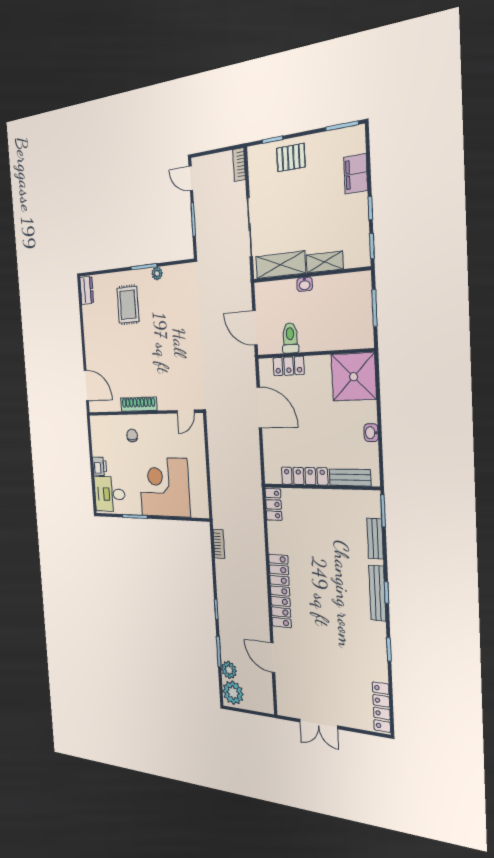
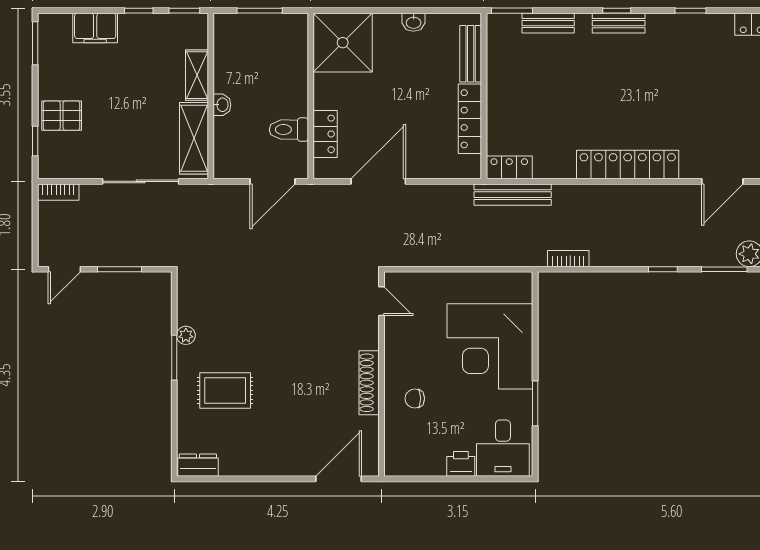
pallet: (291, 158) -> (62, 116), turned 90
bench: (256, 506) -> (513, 195), added
bench: (377, 593) -> (619, 23), width x0.73

